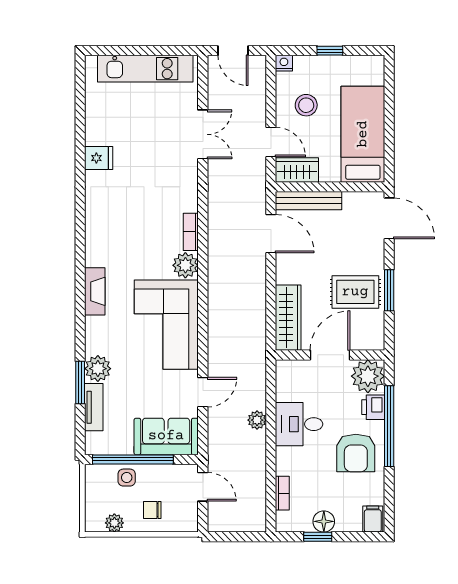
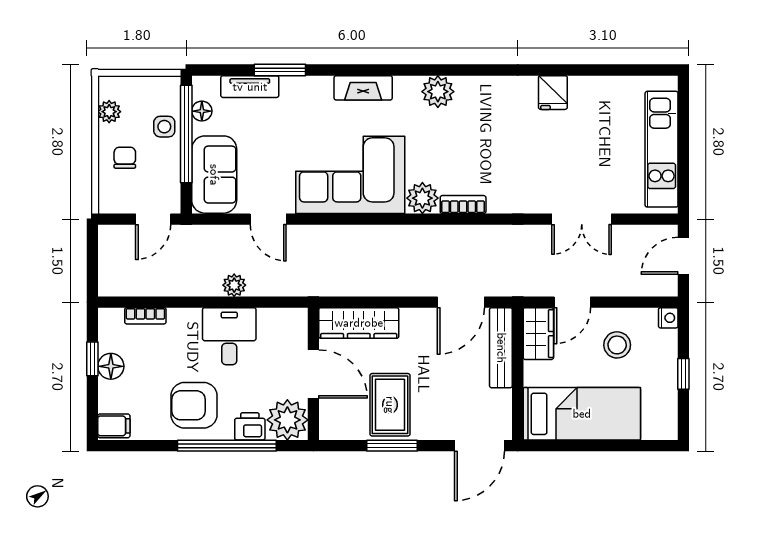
fireplace: (95, 291) -> (363, 88), moved
plant: (98, 369) -> (438, 92), moved
floor lamp: (114, 447) -> (202, 111), added

